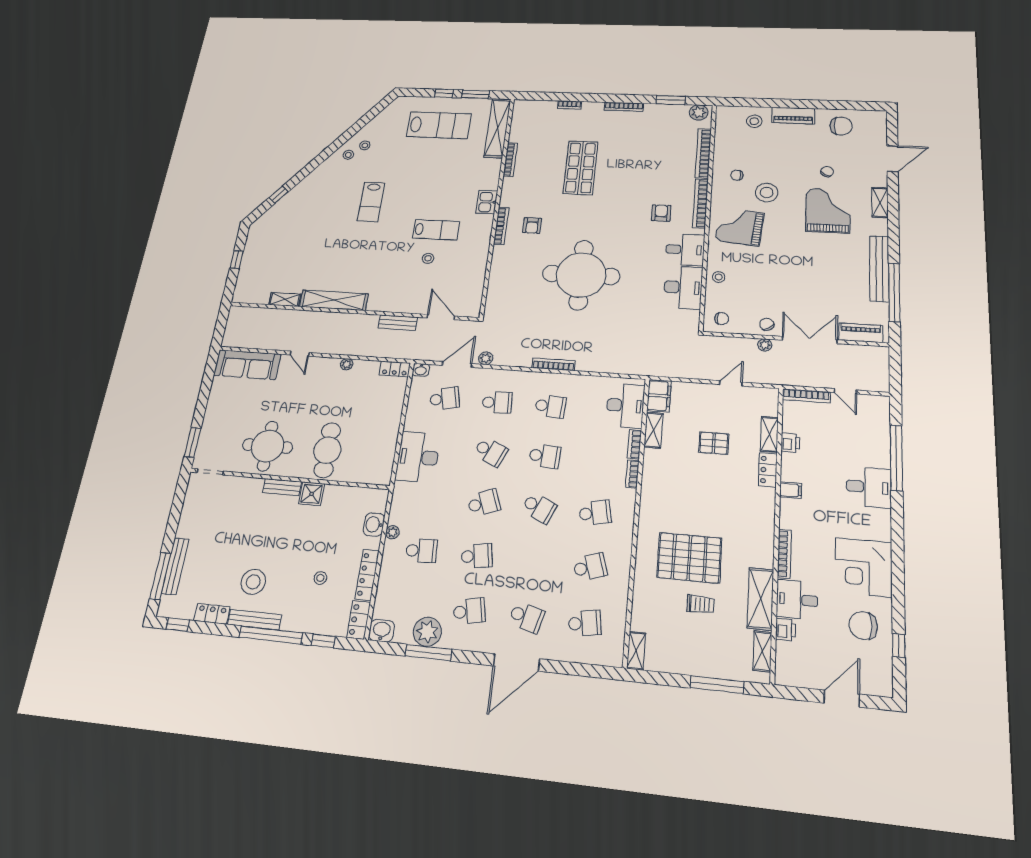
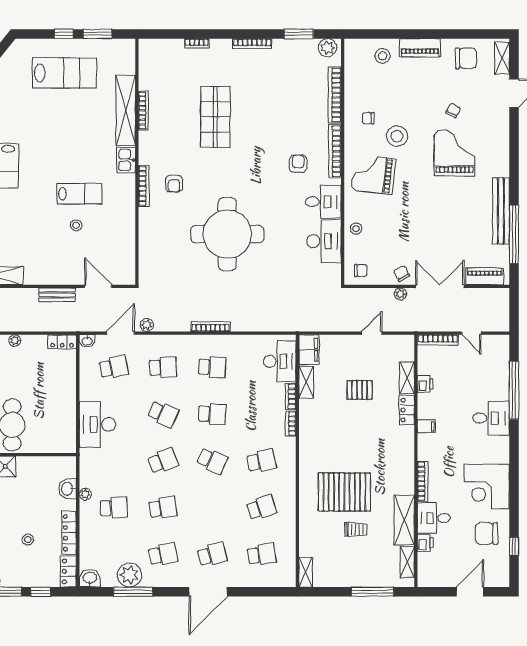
shelving: (497, 128) -> (126, 111), moved
shelving: (880, 203) -> (502, 58), moved
school desk: (527, 617) -> (212, 555), turned -30

